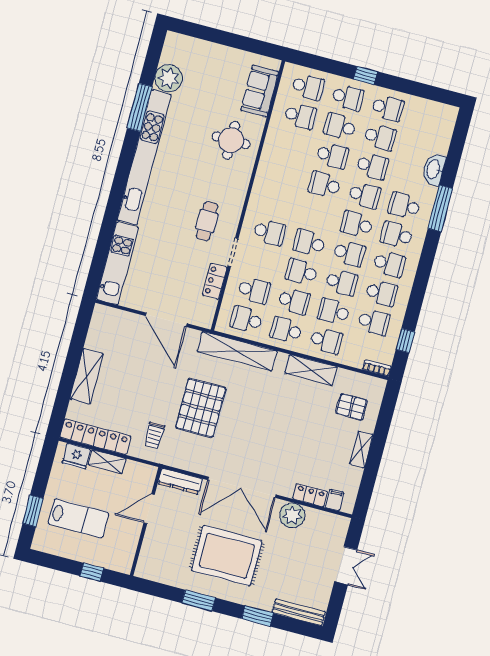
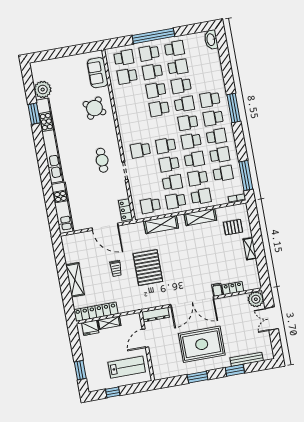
window: (365, 75) -> (153, 36), width x3.17
school desk: (348, 97) -> (149, 53), turned 180
window: (140, 107) -> (34, 114), width x0.69
school desk: (300, 116) -> (127, 76), turned 180
round table: (231, 140) -> (94, 108), turned 35
school desk: (332, 156) -> (156, 90), turned 180
school desk: (372, 166) -> (181, 86), turned 180
washbasin: (434, 169) -> (211, 40), moved
window: (440, 208) -> (234, 108), moved
school desk: (269, 232) -> (140, 150), turned 180
school desk: (349, 253) -> (191, 141), turned 180
locker: (215, 281) -> (126, 210), moved
school desk: (254, 290) -> (147, 187), removed
window: (405, 341) -> (246, 176), width x2.17
shelving: (237, 351) -> (161, 225), width x0.68
trolley: (154, 435) -> (116, 268), moved
filing cabinet: (335, 500) -> (217, 290), moved
plant: (292, 515) -> (256, 299), moved
lab bench: (78, 518) -> (127, 367), moved
double door: (346, 566) -> (272, 319), swing flipped
window: (92, 572) -> (113, 392), moved
bench: (299, 612) -> (247, 359), moved

